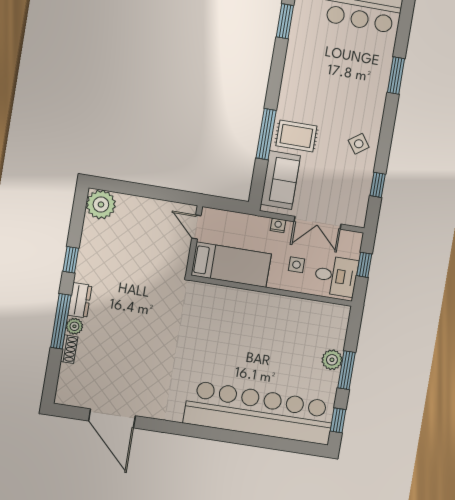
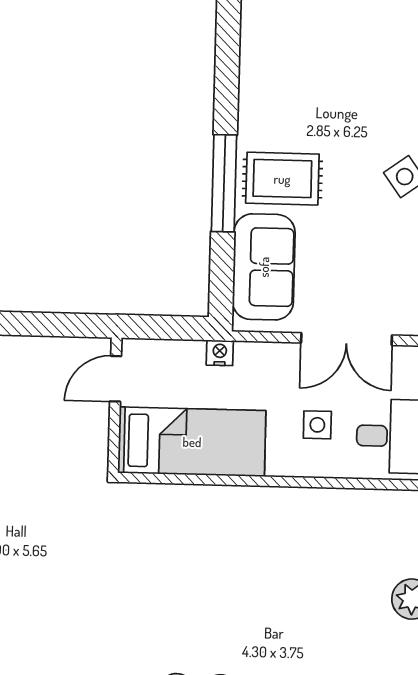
nightstand: (278, 225) -> (220, 353), moved
door: (196, 227) -> (116, 379), hinge flipped

